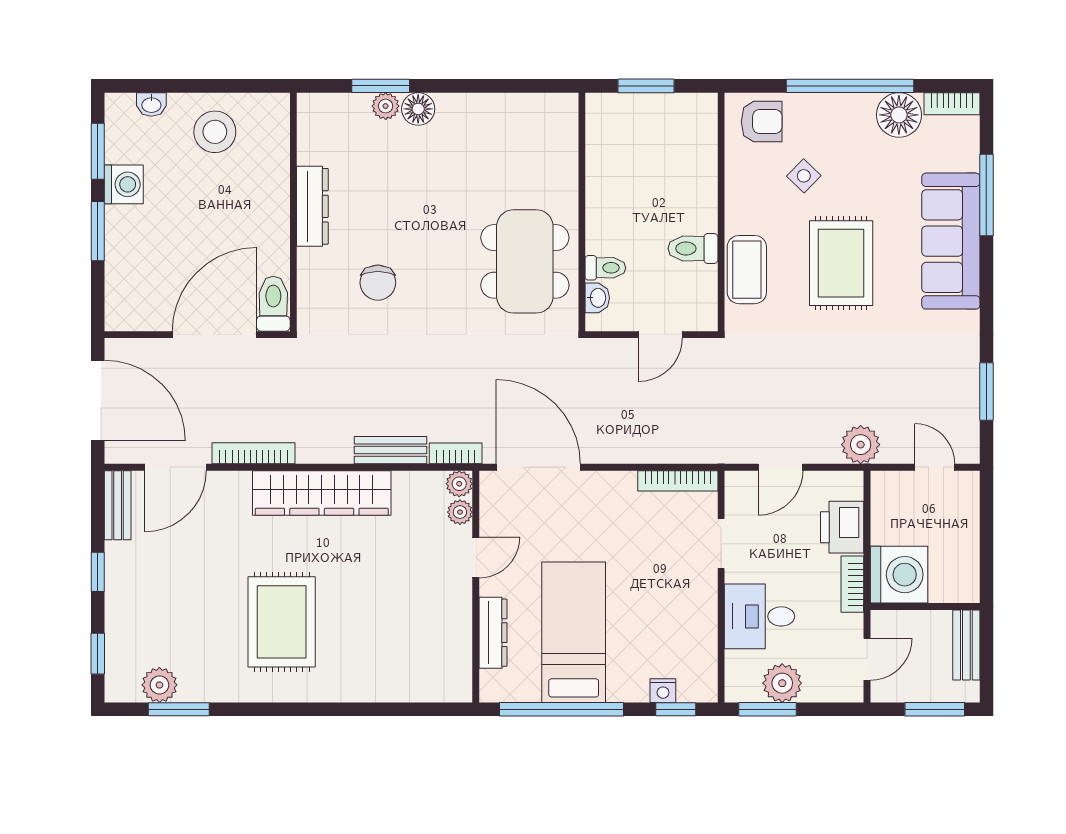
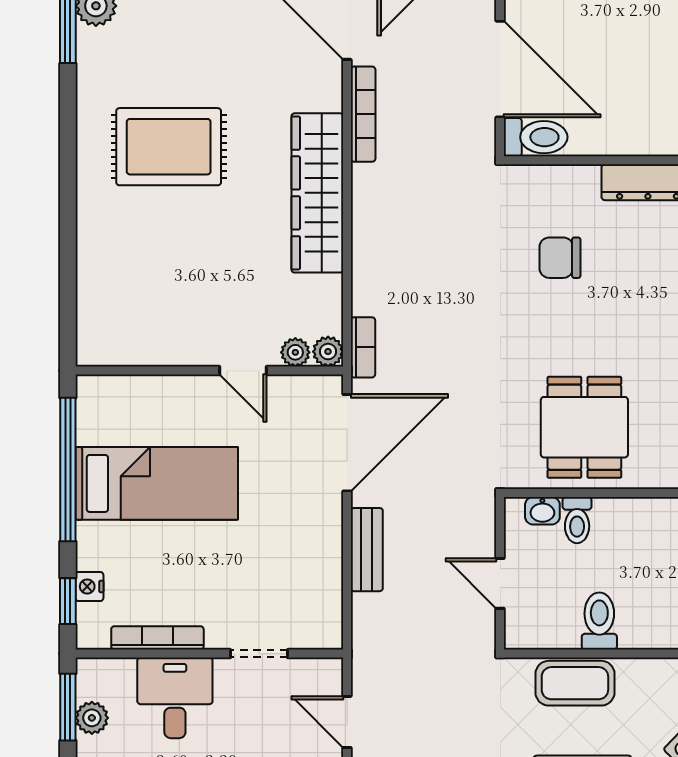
dining table: (525, 261) -> (584, 427), width x0.73
bench: (391, 450) -> (367, 550), moved
bookcase: (678, 481) -> (157, 638), moved, turned 90
dresser: (493, 633) -> (156, 390), removed
plant: (782, 683) -> (92, 718), width x0.73, depth x0.73

